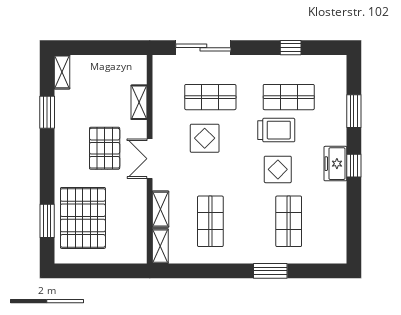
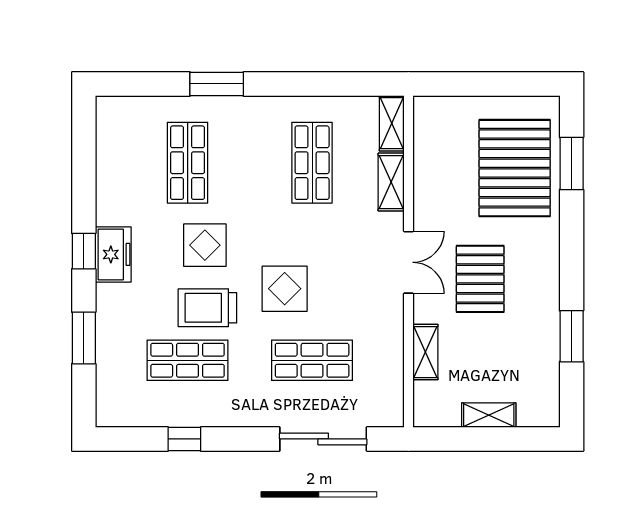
shelving: (62, 72) -> (489, 415), moved, turned 90
display table: (205, 138) -> (285, 289), moved

